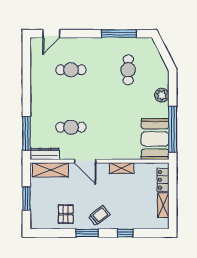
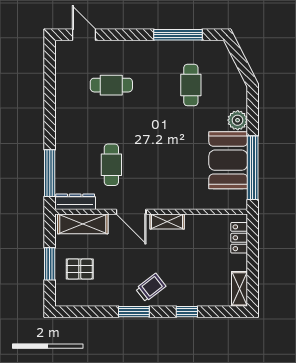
door: (51, 34) -> (84, 35), swing flipped
cafe table: (71, 127) -> (111, 165), turned 90
booth: (155, 139) -> (228, 160), moved
shelving: (122, 168) -> (167, 222), moved
shelving: (163, 205) -> (240, 289), moved
pallet: (66, 214) -> (80, 269), moved, turned 90

